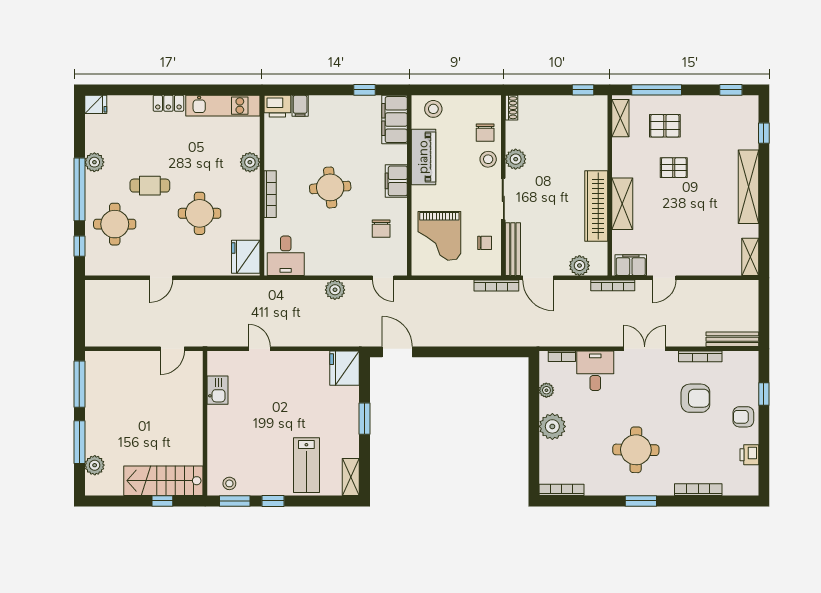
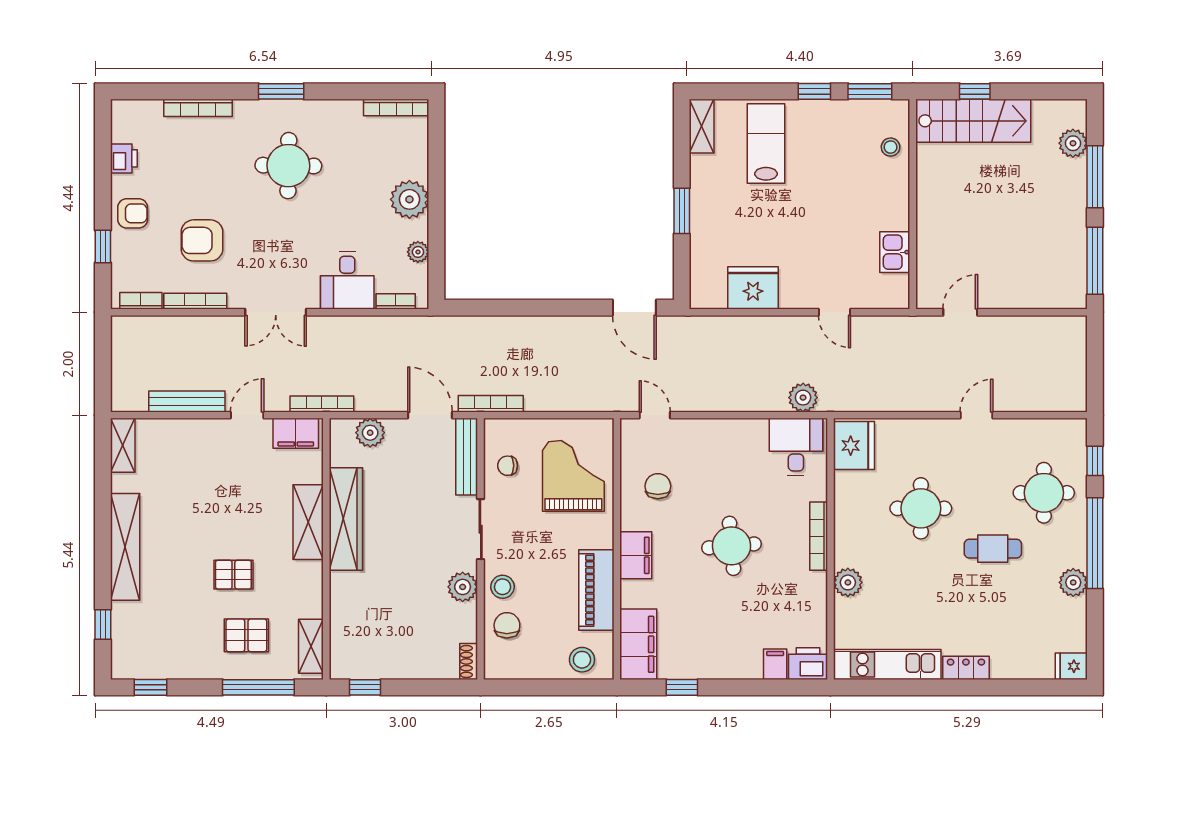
plant: (335, 290) -> (803, 398), moved
bench: (732, 339) -> (187, 401), moved
bookcase: (738, 357) -> (141, 301), added
fridge: (345, 368) -> (753, 288), moved, turned -90
stool: (229, 483) -> (891, 147), moved

